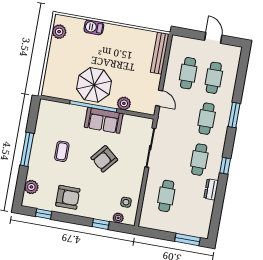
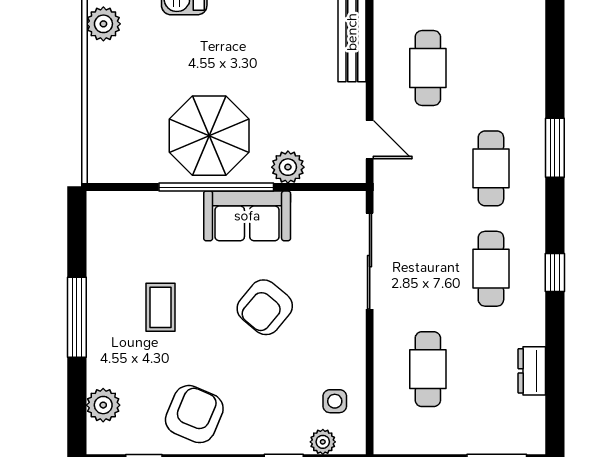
cafe table: (214, 78) -> (491, 68), removed
dresser: (211, 189) -> (532, 371), moved
armchair: (68, 197) -> (194, 414), turned -67

